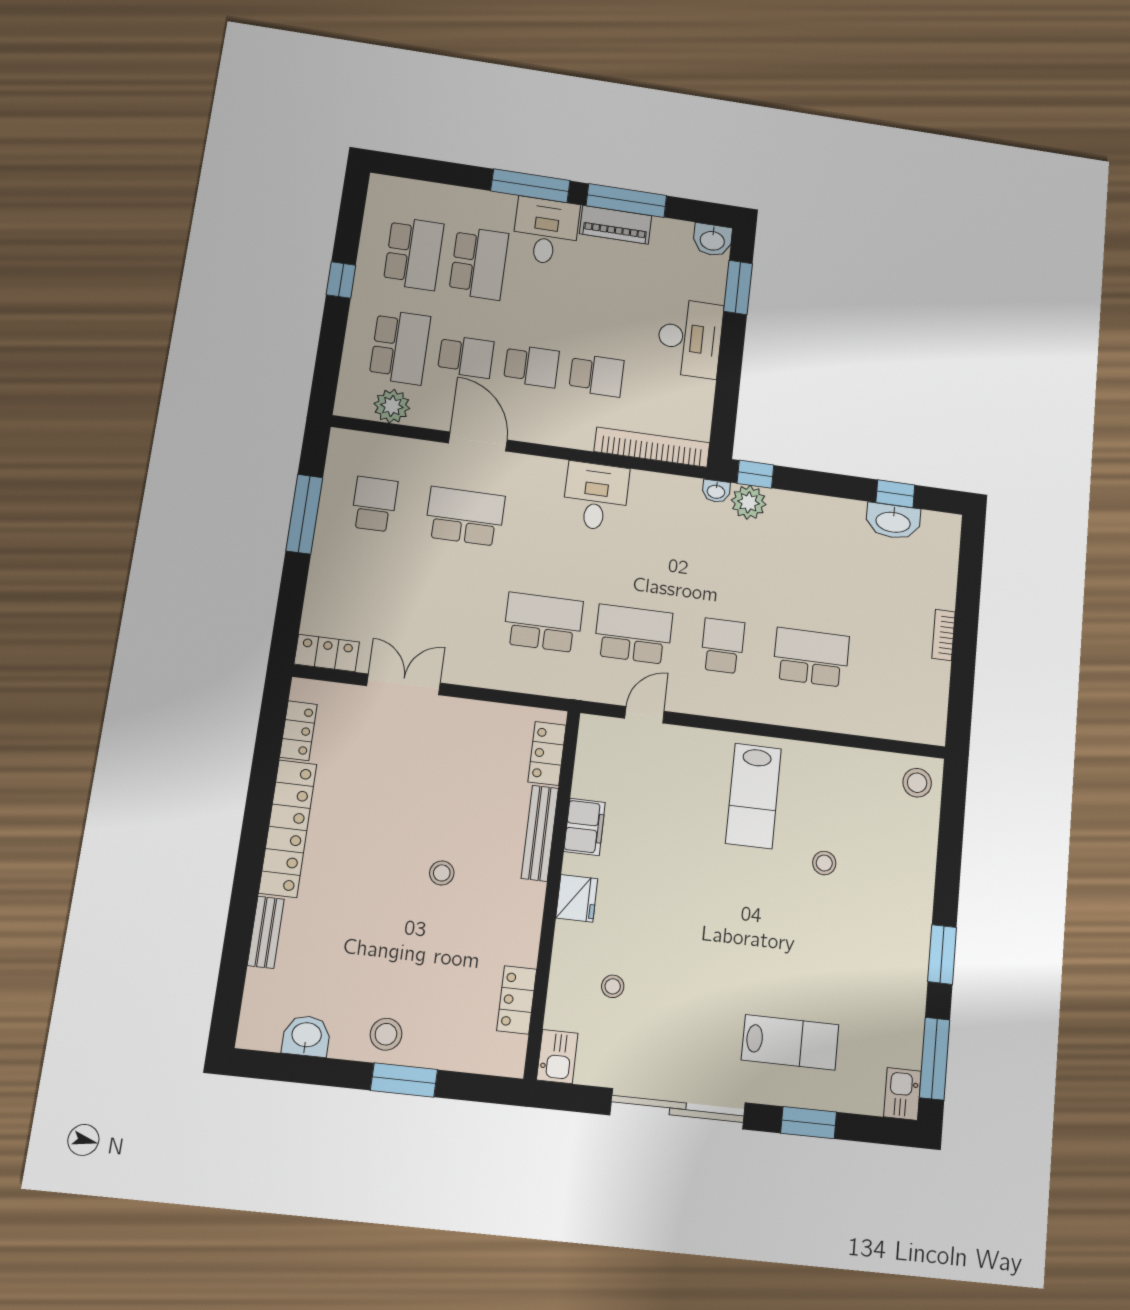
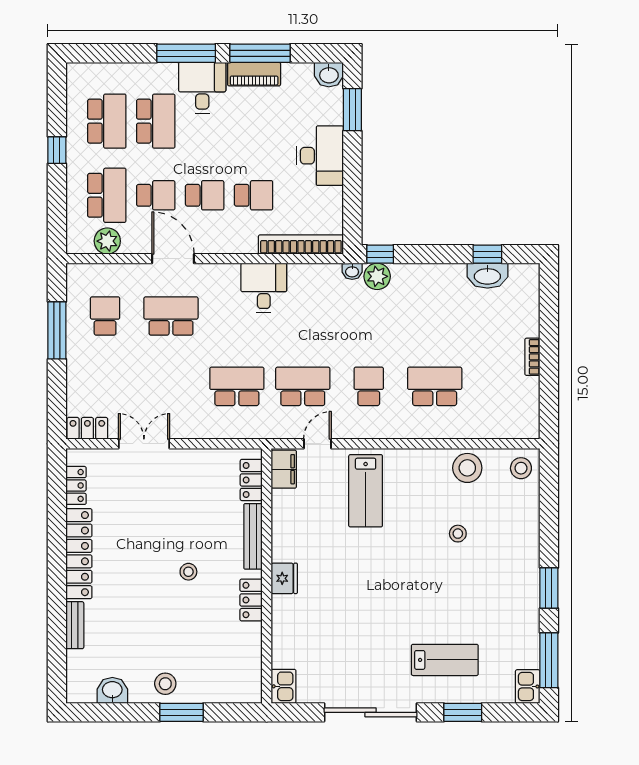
lab bench: (753, 796) -> (366, 491), moved
filing cabinet: (585, 827) -> (284, 469), moved
stool: (613, 986) -> (467, 468), moved, width x1.89, depth x1.89
locker: (517, 1000) -> (251, 600), moved

